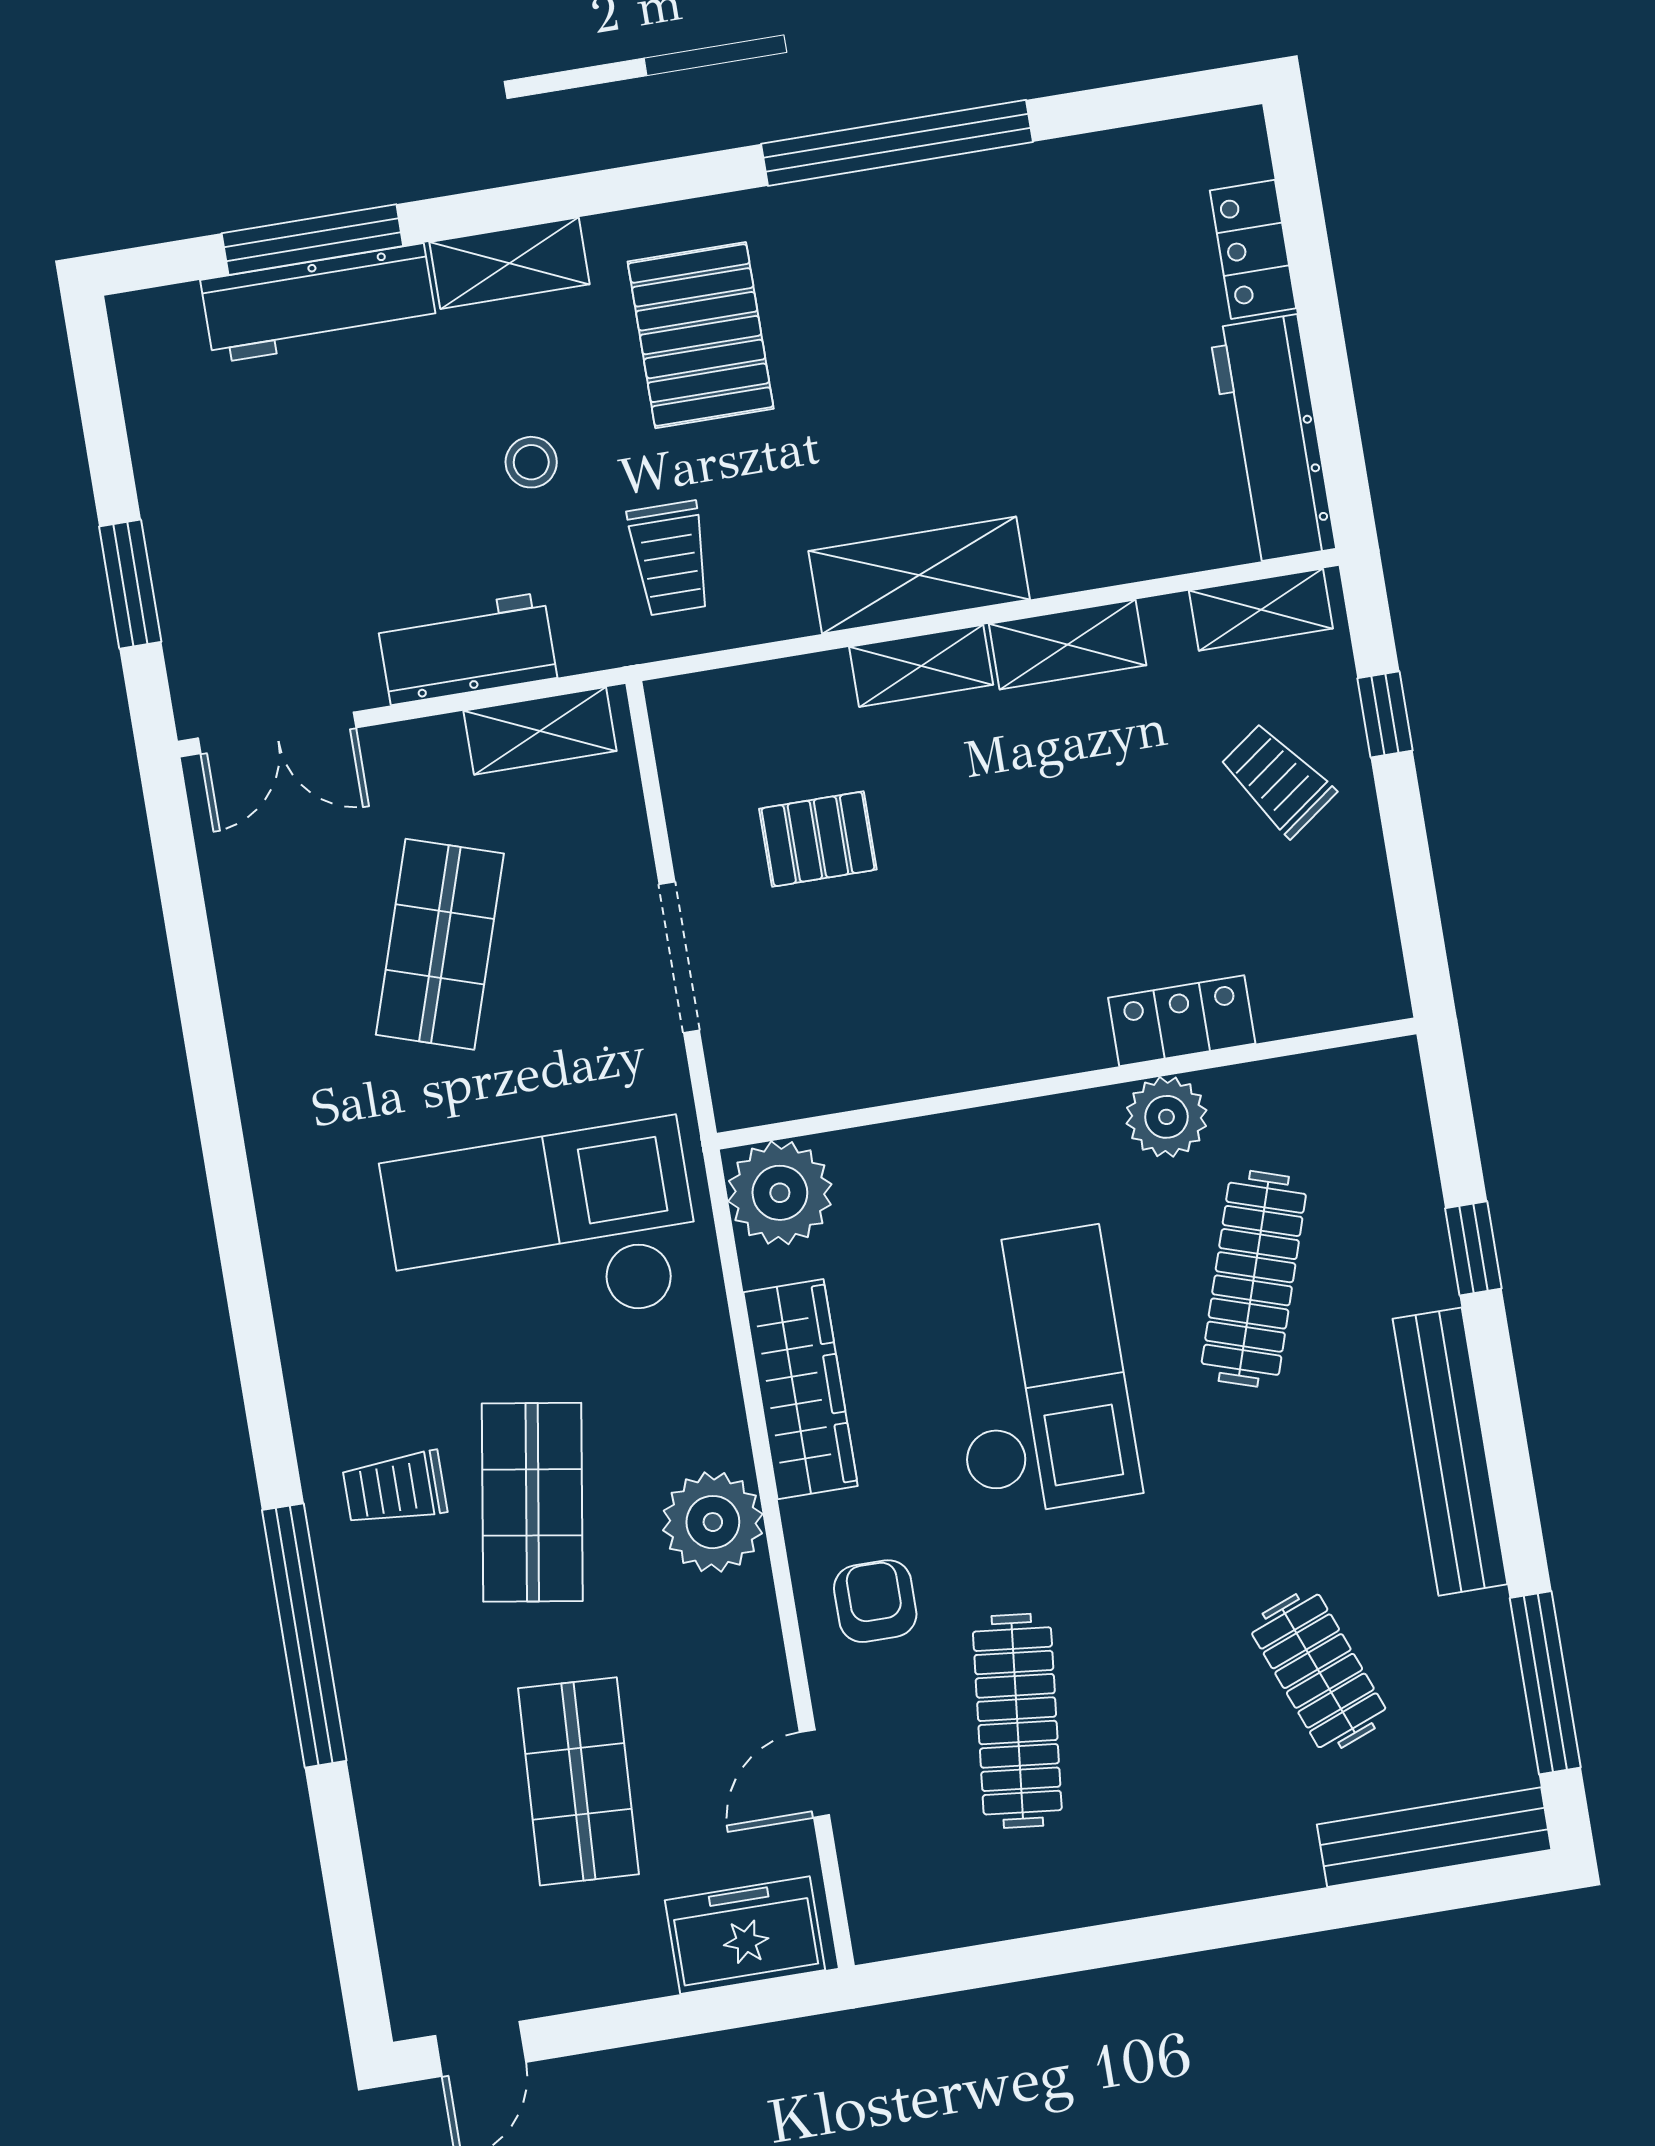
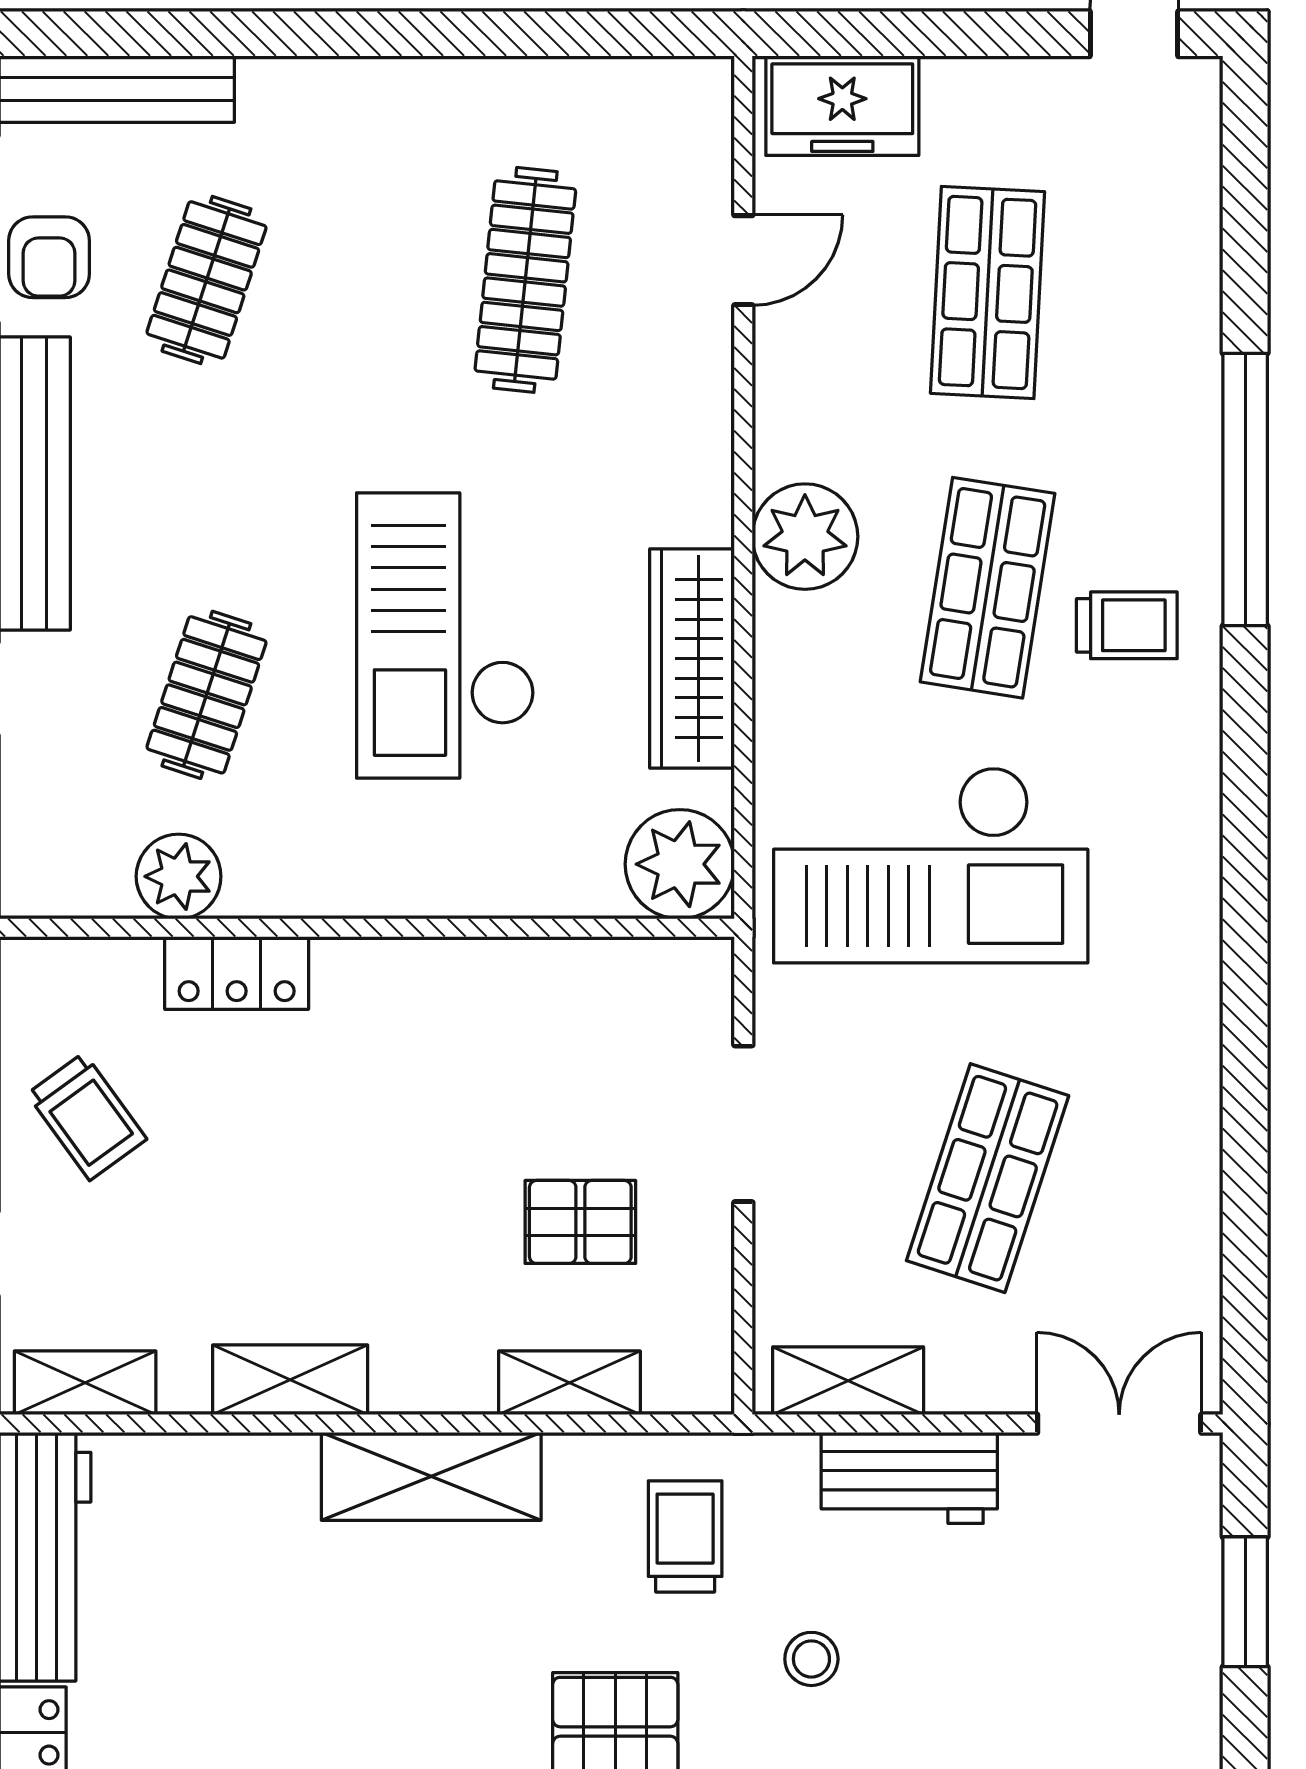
shelving: (921, 666) -> (569, 1383), moved
trolley: (1277, 780) -> (87, 1117), moved
plant: (1166, 1117) -> (179, 876), moved
clothes rail: (1254, 1279) -> (206, 695), width x0.73
armchair: (875, 1601) -> (49, 257), moved
clothes rail: (1319, 1671) -> (206, 280), turned 39

